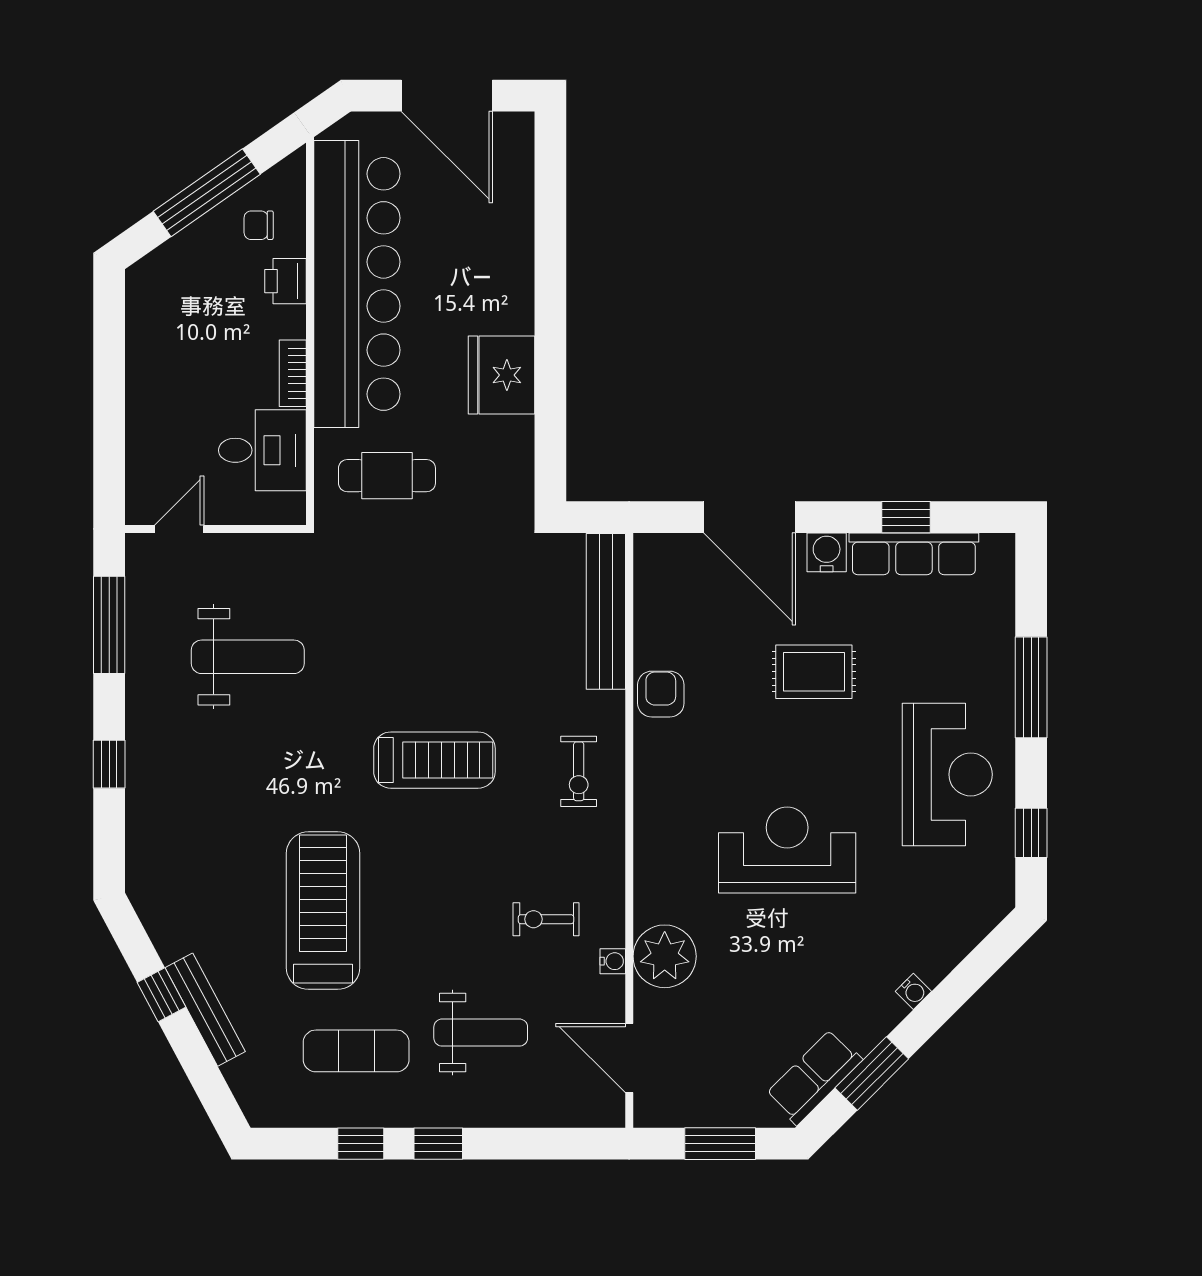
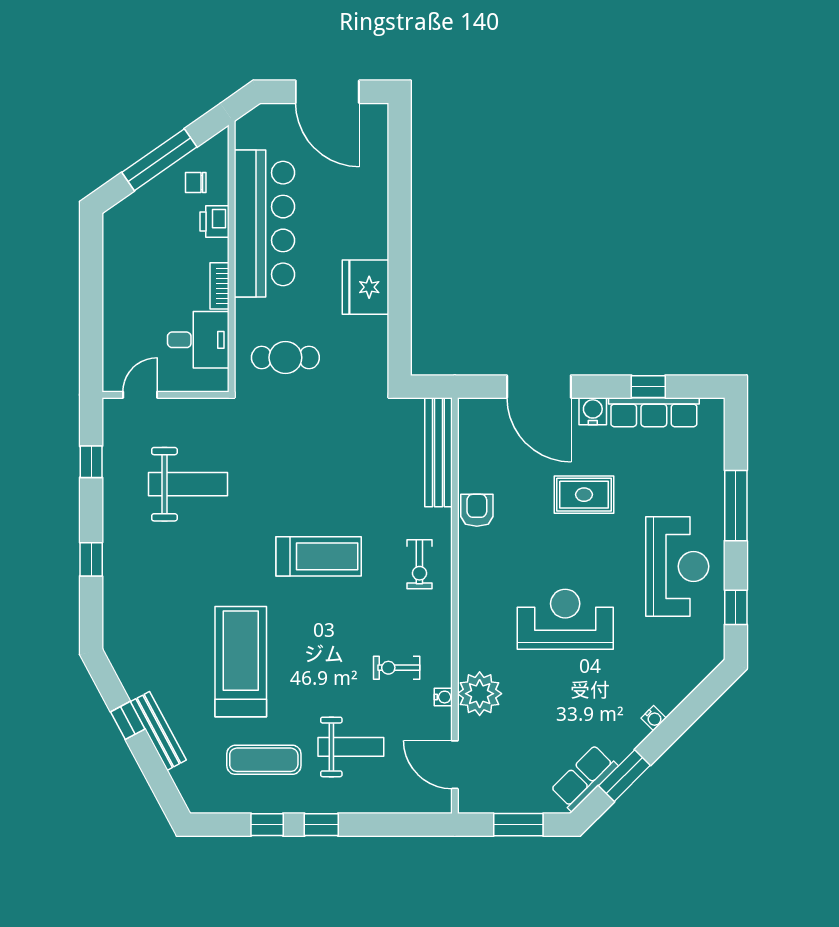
bar counter: (357, 284) -> (264, 224), width x0.73
window: (109, 625) -> (91, 462), width x0.46

